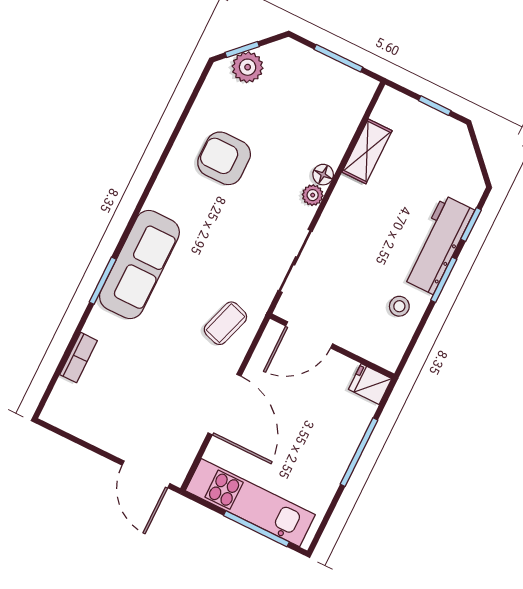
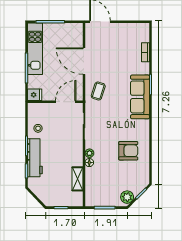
plant: (248, 67) -> (127, 197), moved
kitchen unit: (250, 503) -> (35, 49), moved, turned -90

